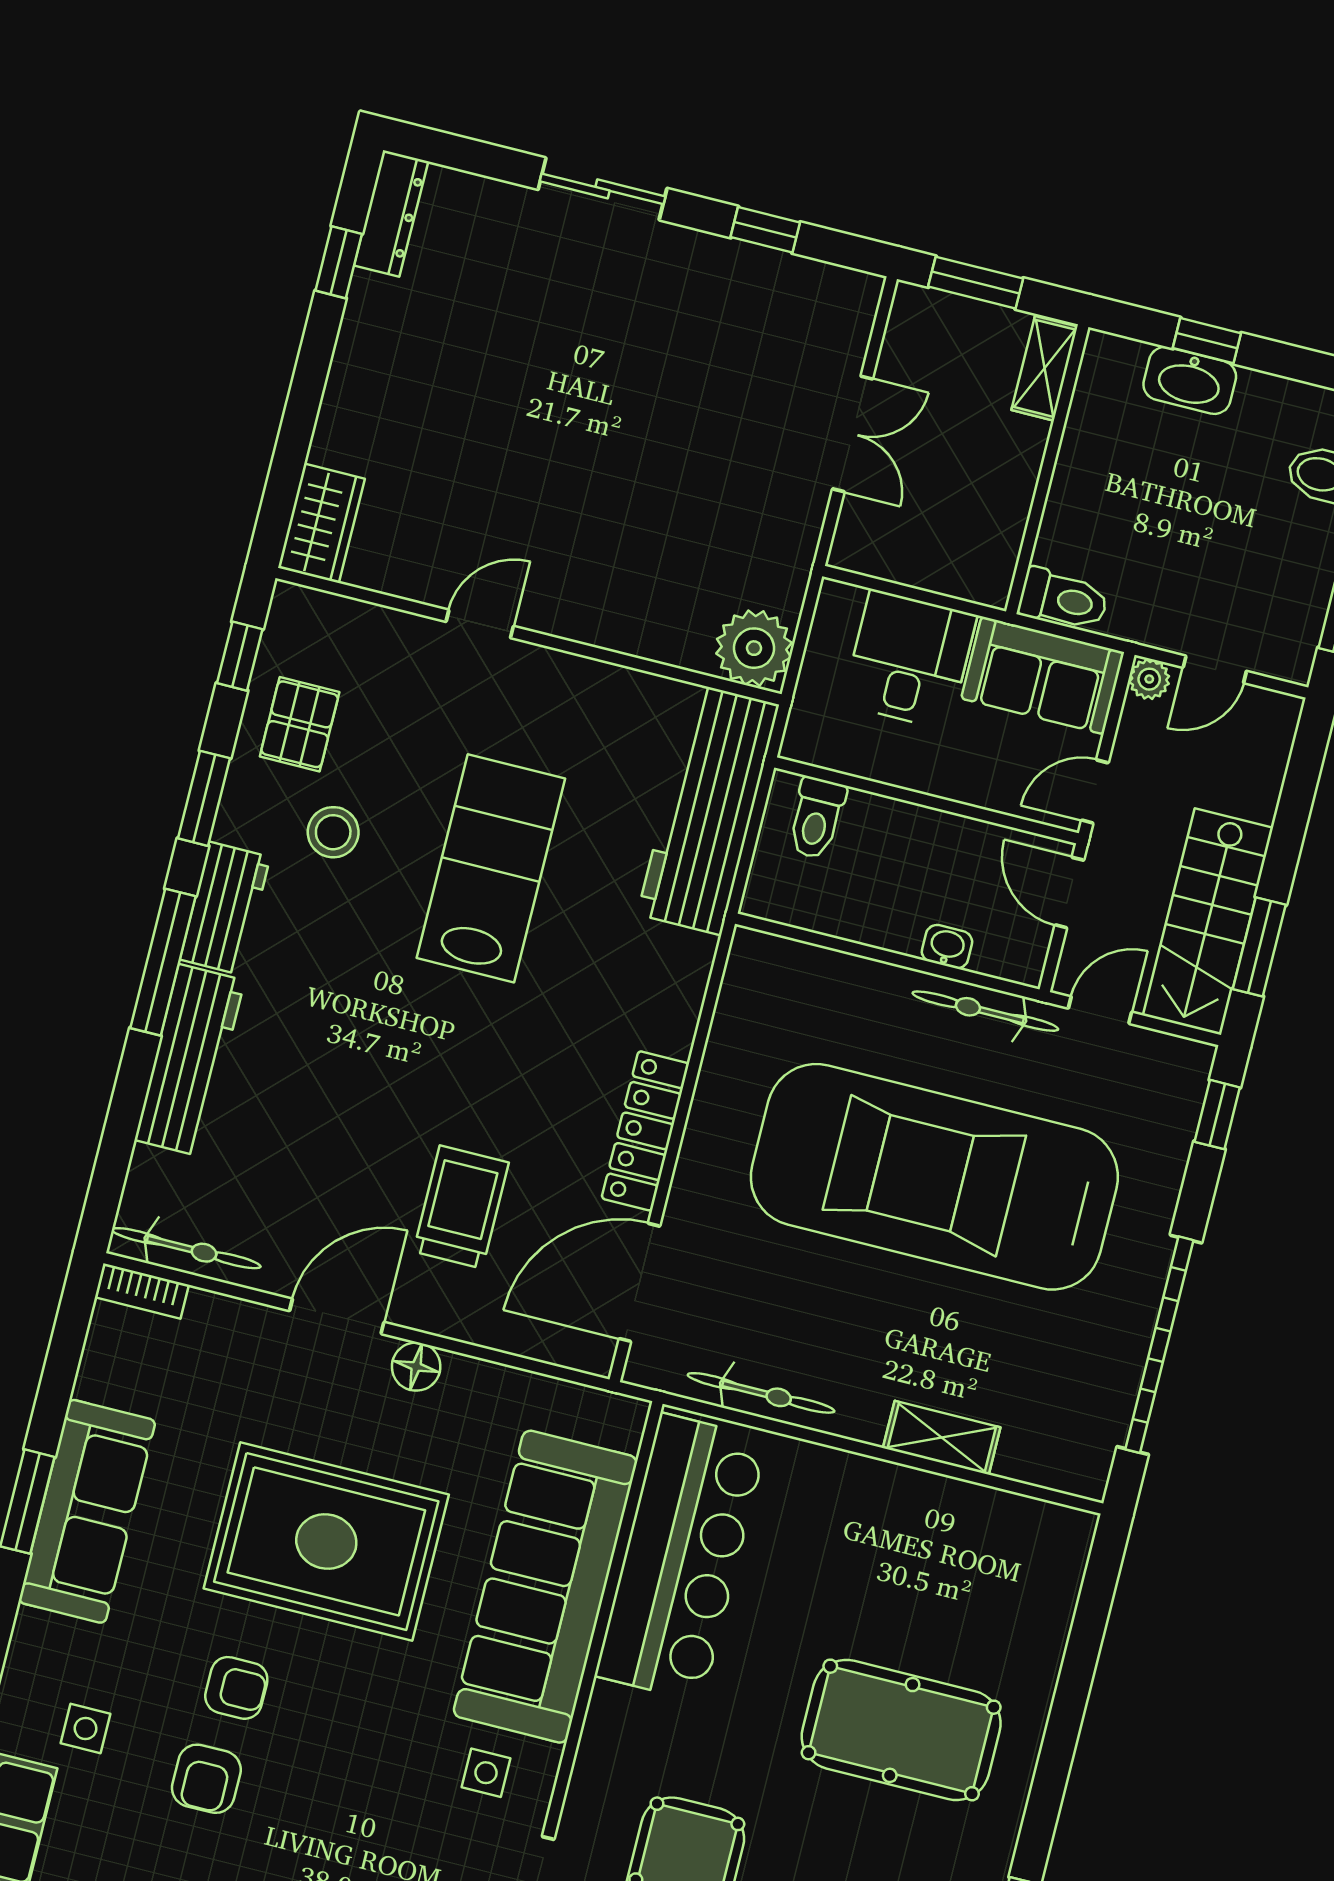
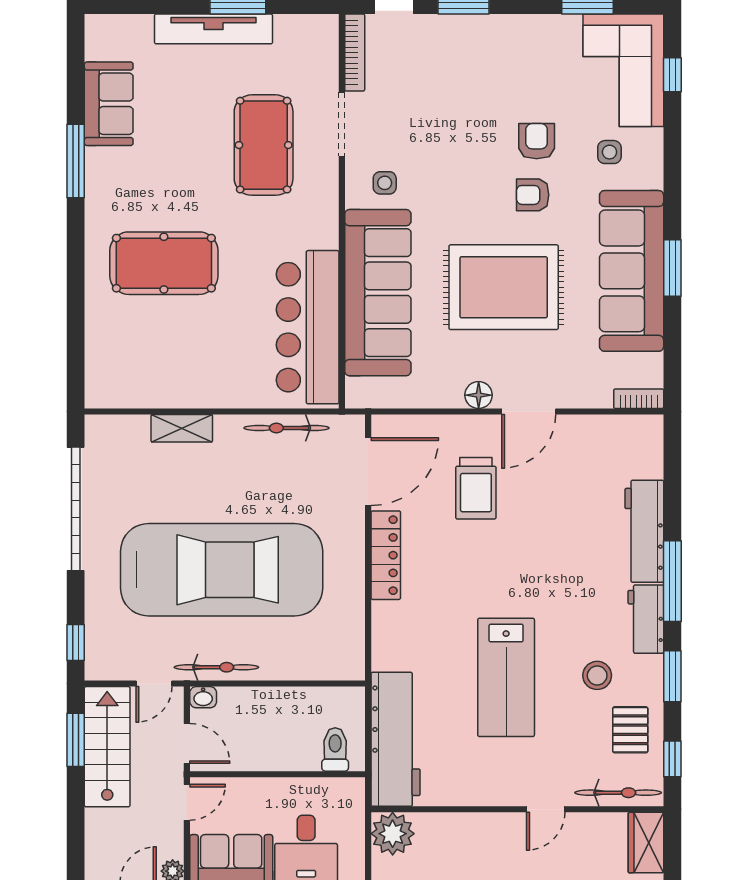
washbasin: (947, 947) -> (203, 697), moved
bicycle: (186, 1248) -> (618, 793), moved, turned 180
sofa: (87, 1511) -> (632, 271), width x1.36, depth x1.27

